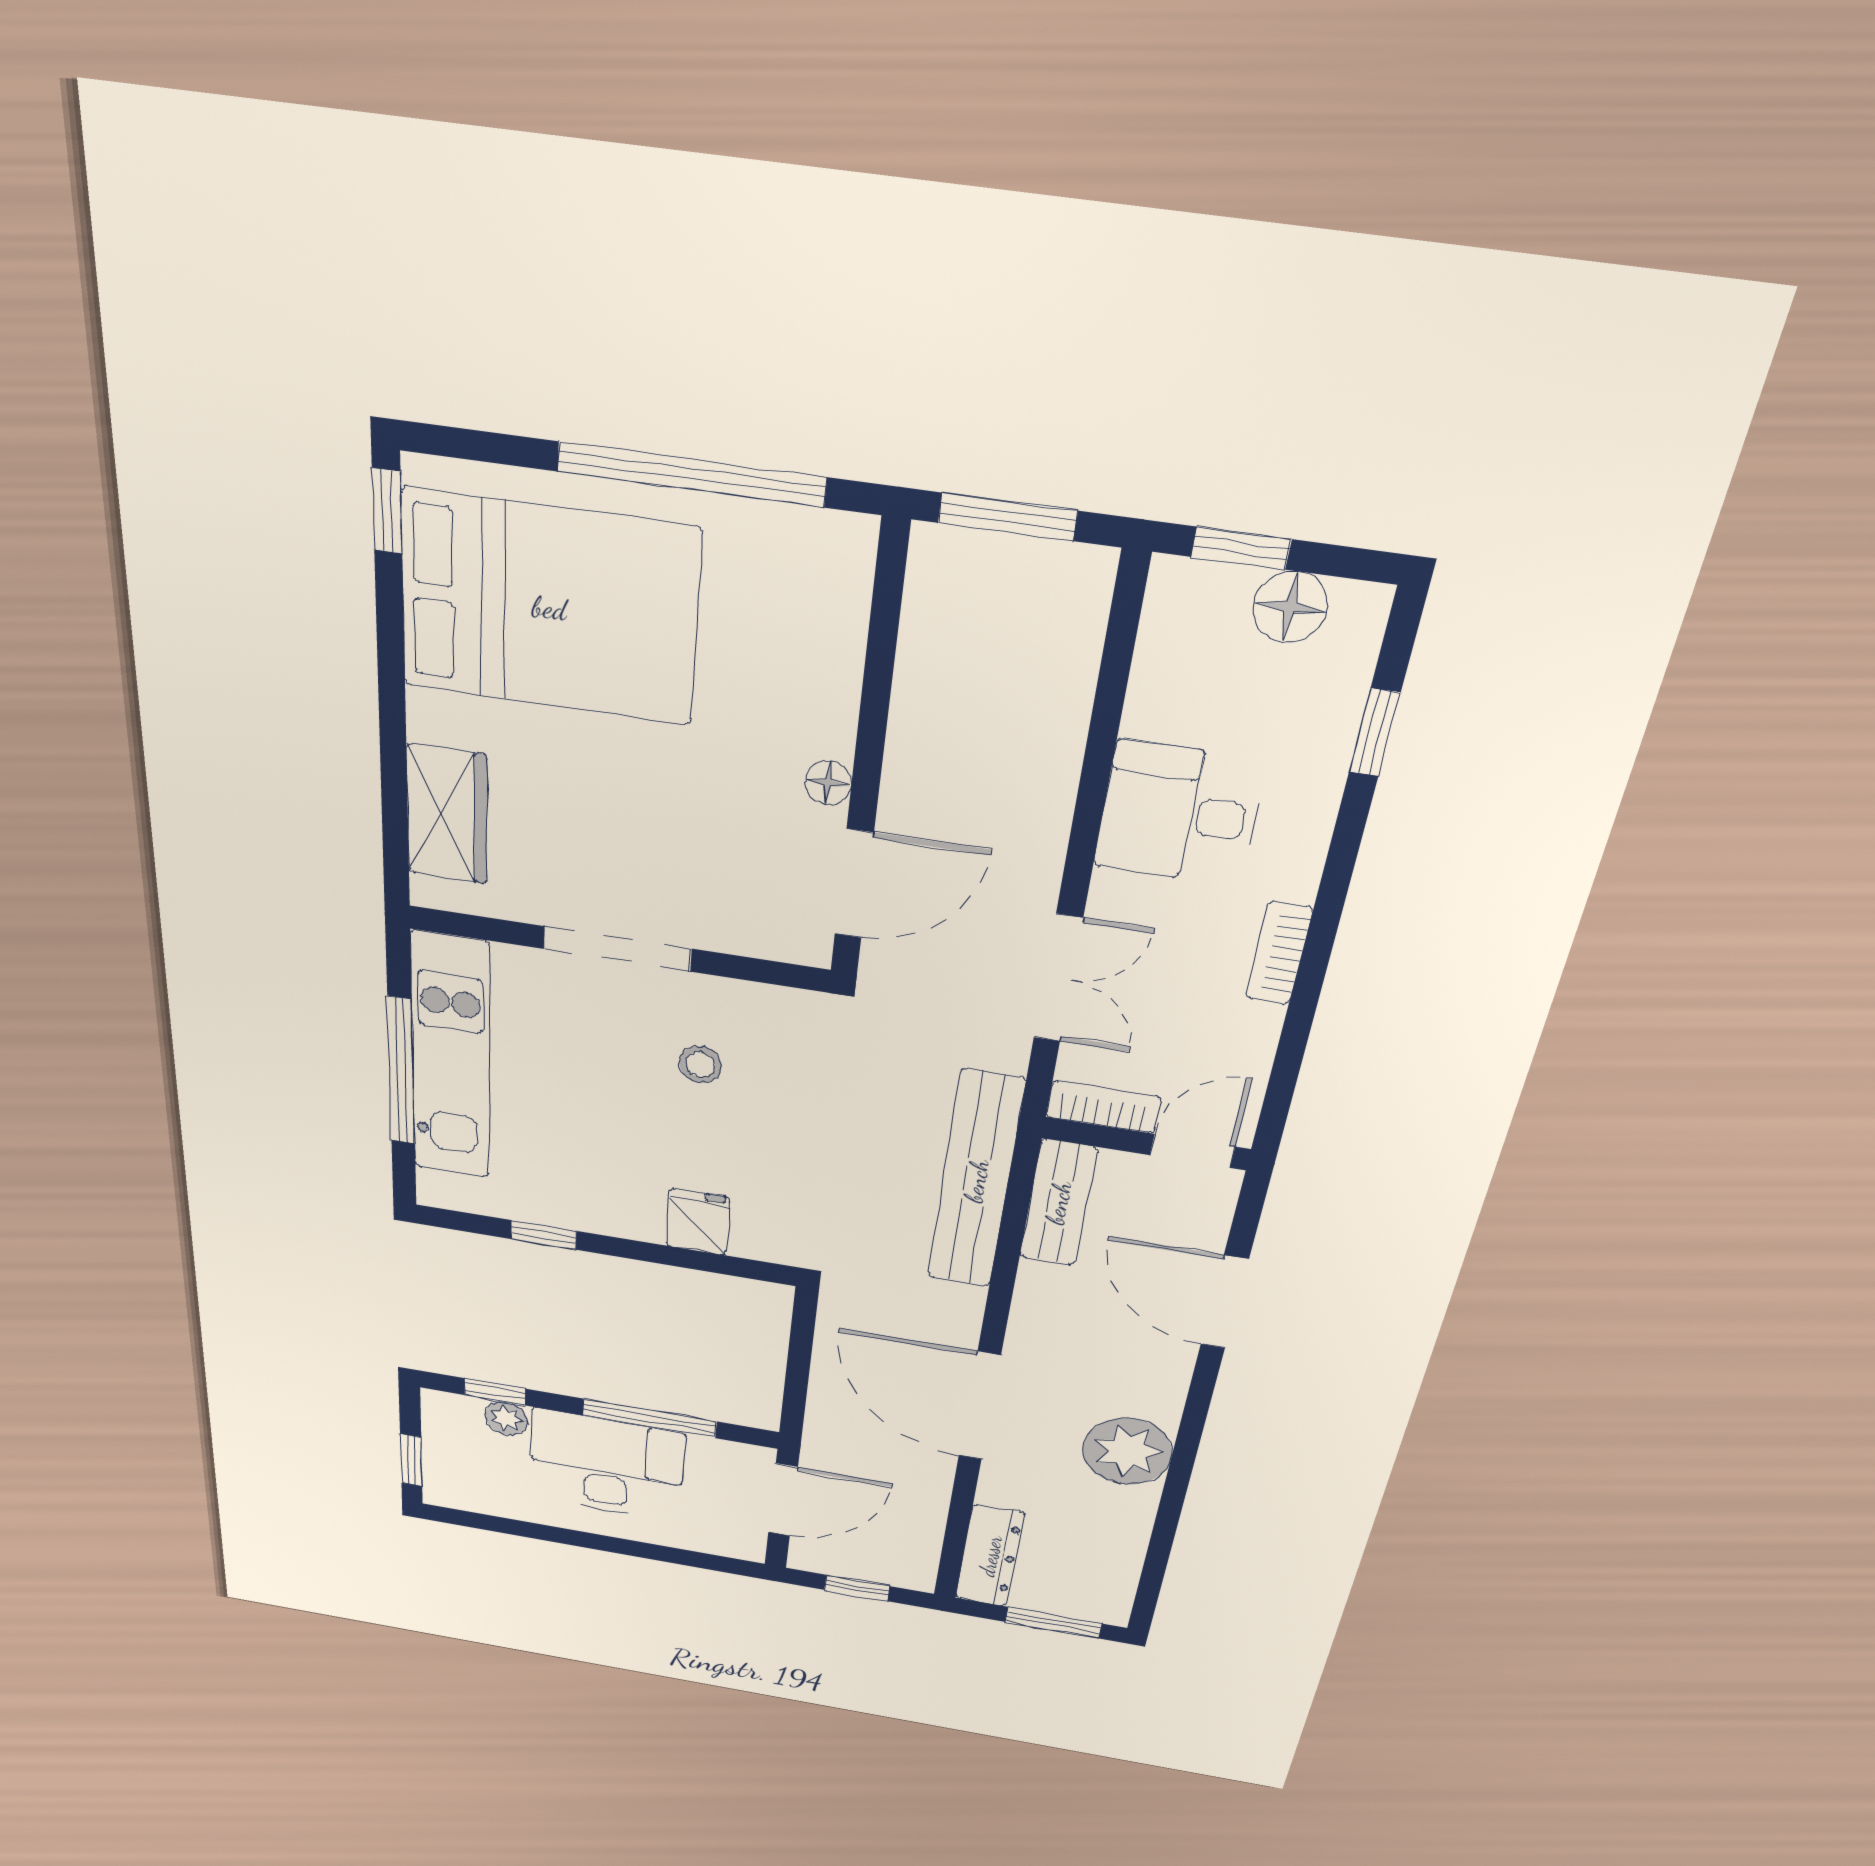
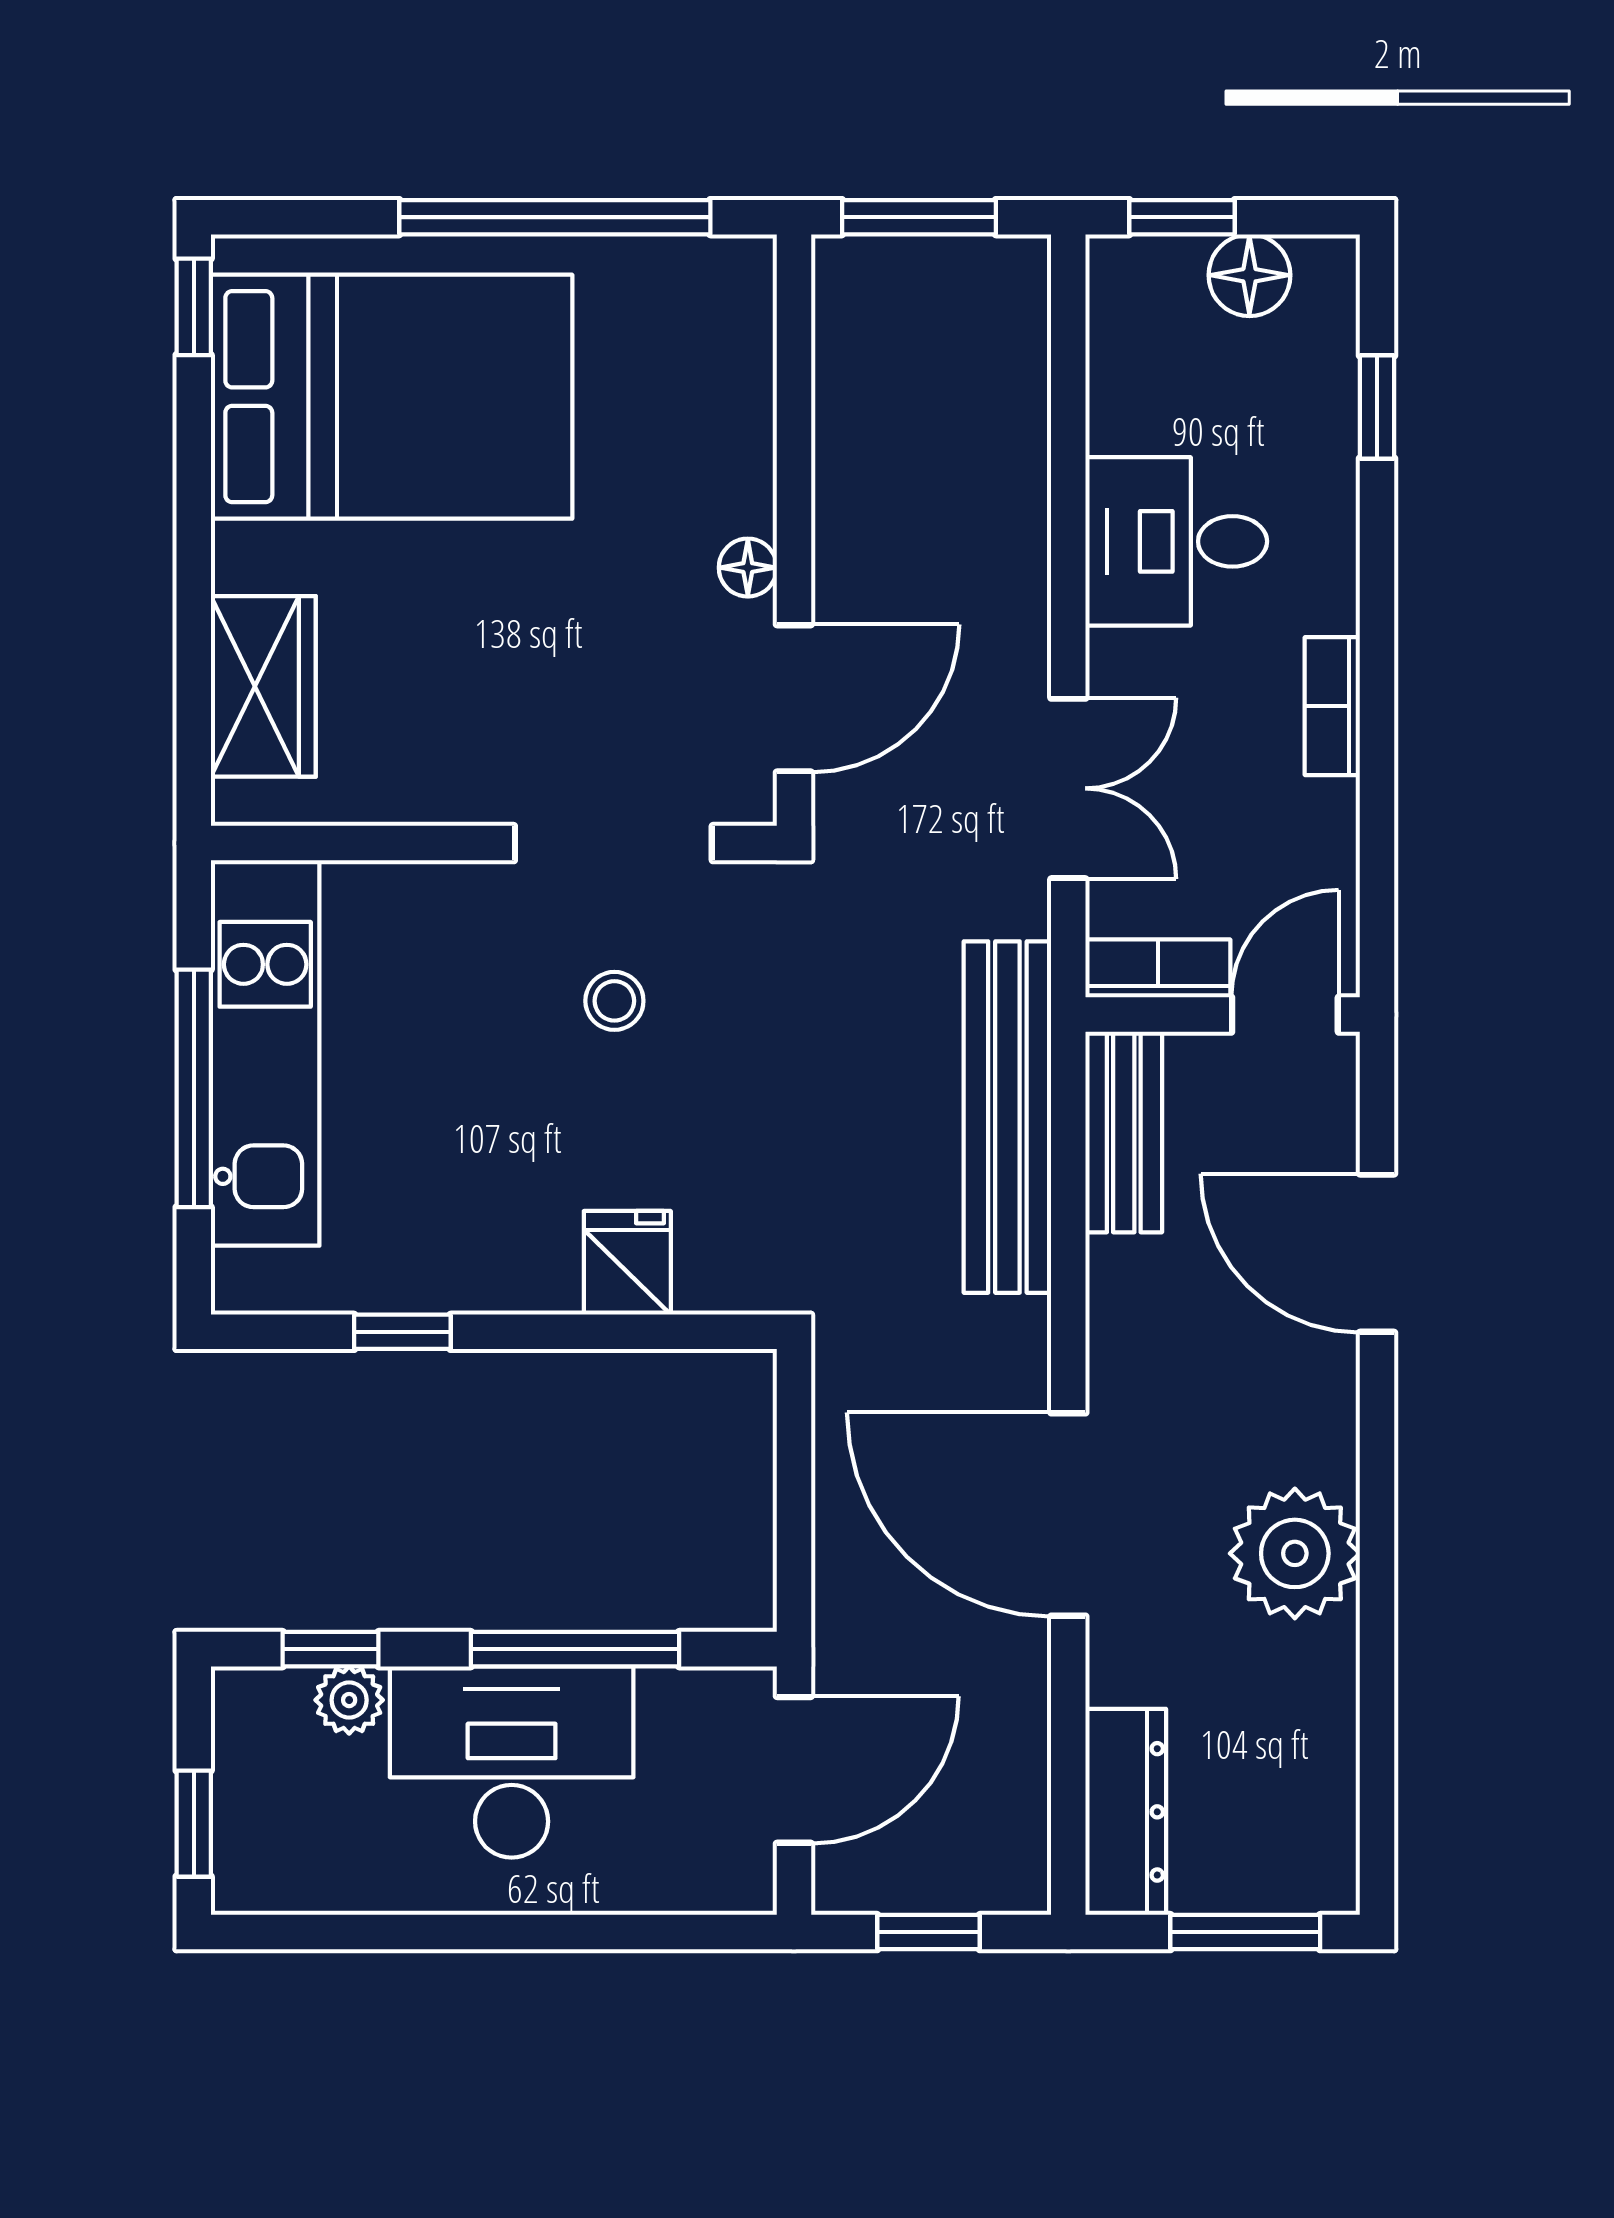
doorway: (617, 949) -> (613, 843), moved

